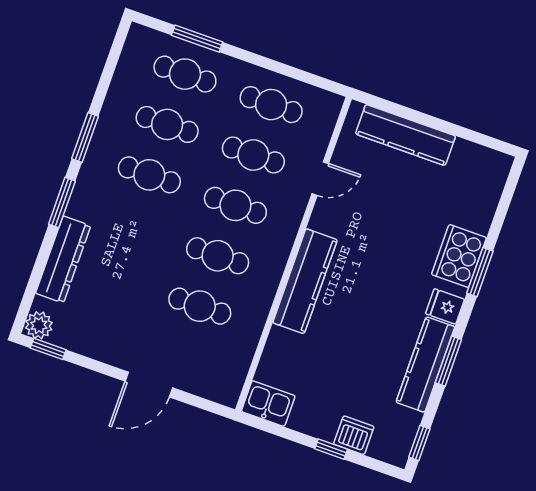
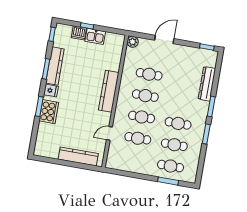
cafe table: (271, 105) -> (134, 160), removed
plant: (39, 325) -> (133, 42), moved
kitchen sink: (268, 404) -> (95, 36), moved

